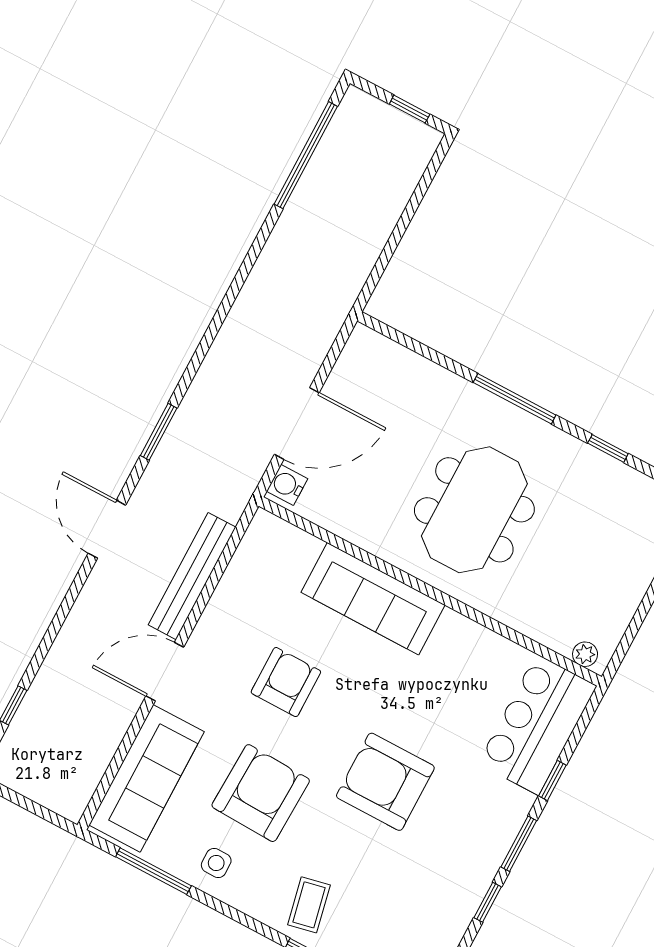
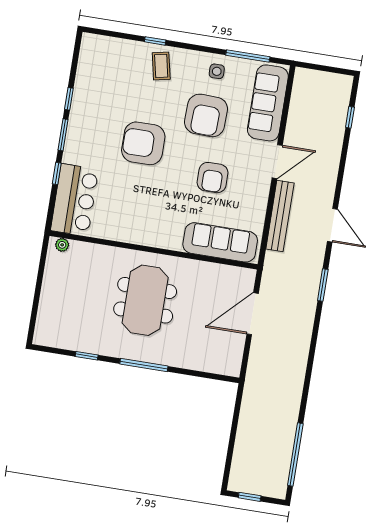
water cooler: (287, 485) -> (247, 280), removed
sofa: (373, 599) -> (220, 242), moved
armchair: (385, 782) -> (143, 143), turned 180

